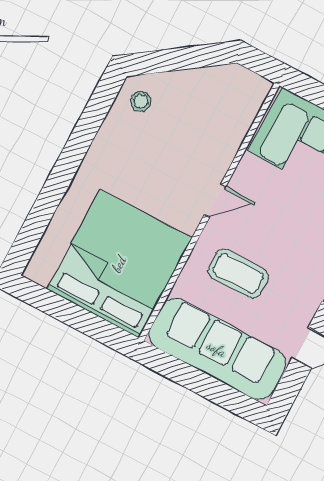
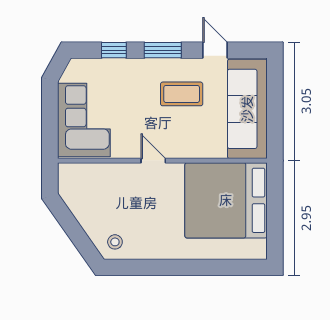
coffee table: (238, 274) -> (182, 94), moved, turned 90

